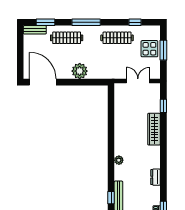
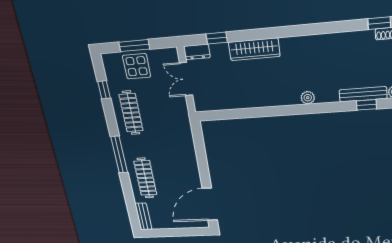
window: (45, 22) -> (131, 204), removed
plant: (80, 71) -> (186, 159), removed
dresser: (156, 177) -> (197, 52), moved

